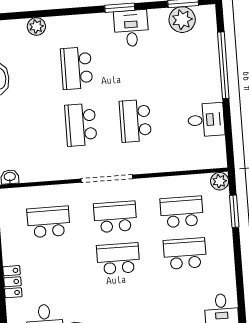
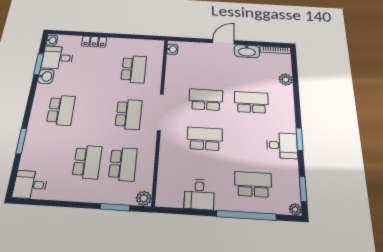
plant: (182, 20) -> (295, 209), moved, width x0.53, depth x0.53
school desk: (185, 60) -> (253, 184), added
school desk: (118, 259) -> (61, 110), moved

